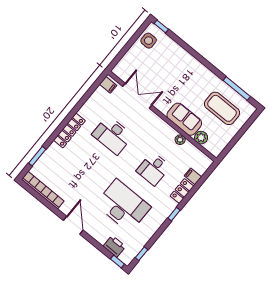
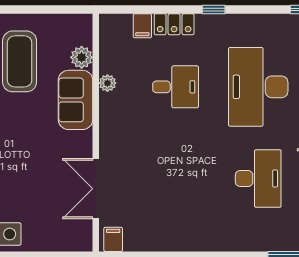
locker: (69, 130) -> (217, 241), removed
desk: (112, 135) -> (258, 179), moved

